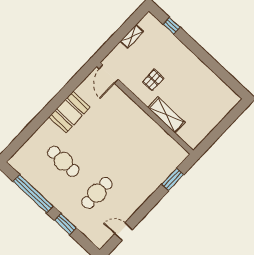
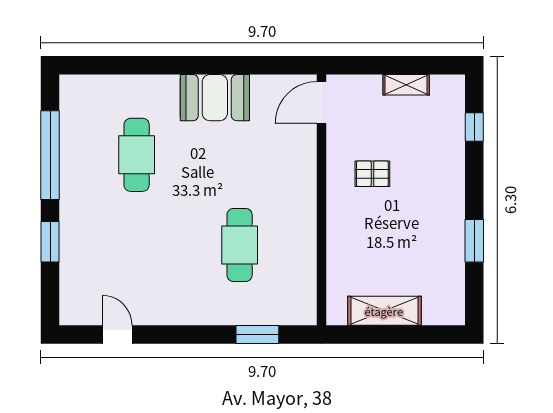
window: (214, 66) -> (474, 241), added
shelving: (166, 115) -> (384, 311), moved, turned 90
cafe table: (97, 193) -> (240, 245), moved, turned 90

